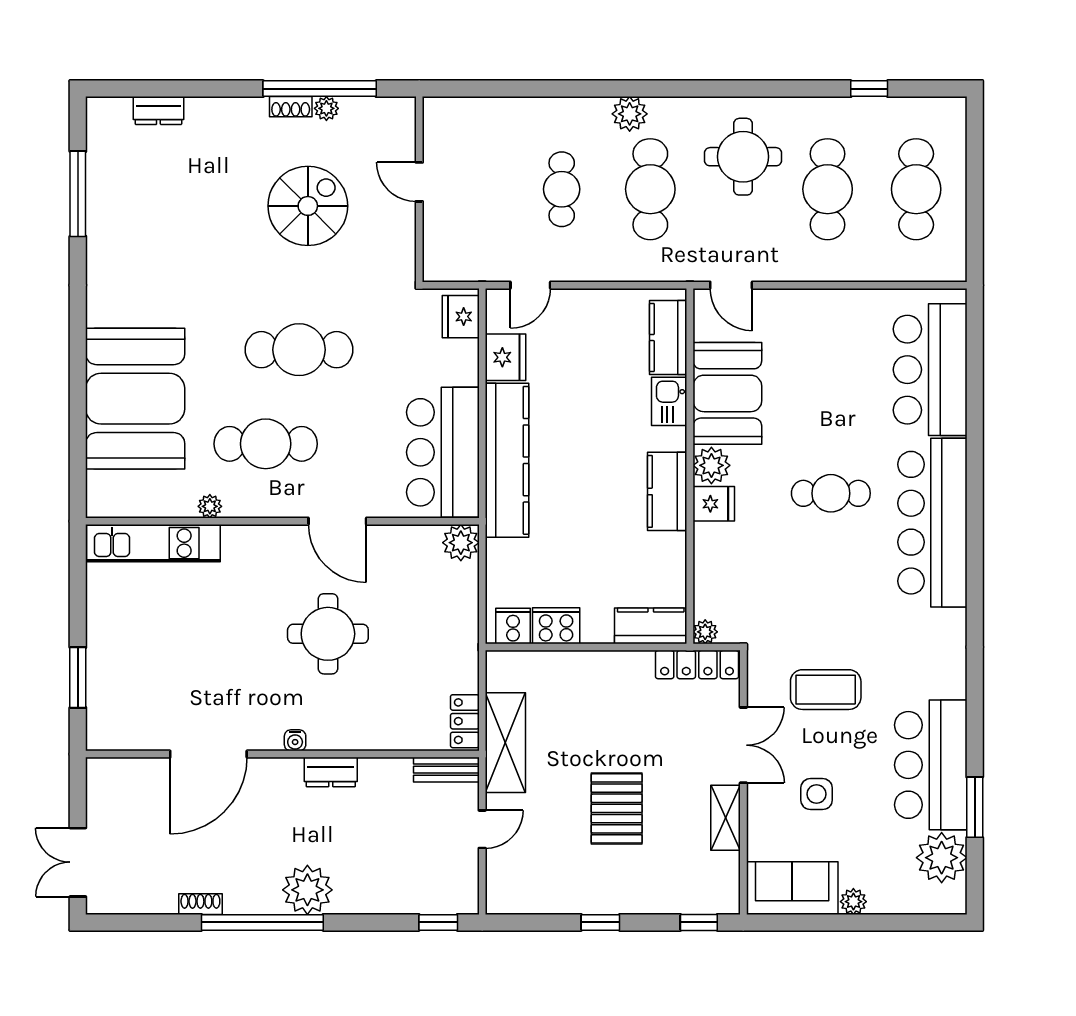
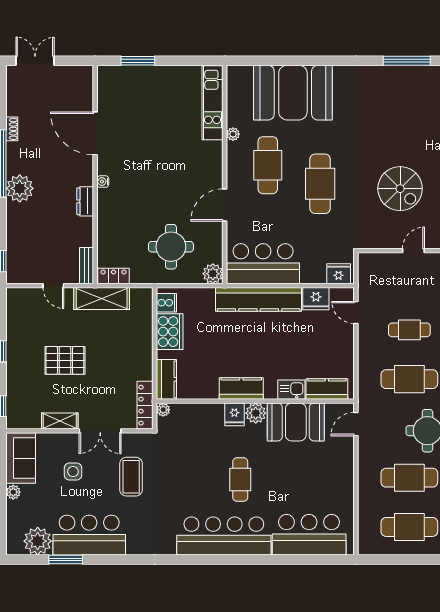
cooker: (556, 626) -> (170, 332), width x1.37, depth x1.31
round table: (328, 634) -> (171, 247), moved

